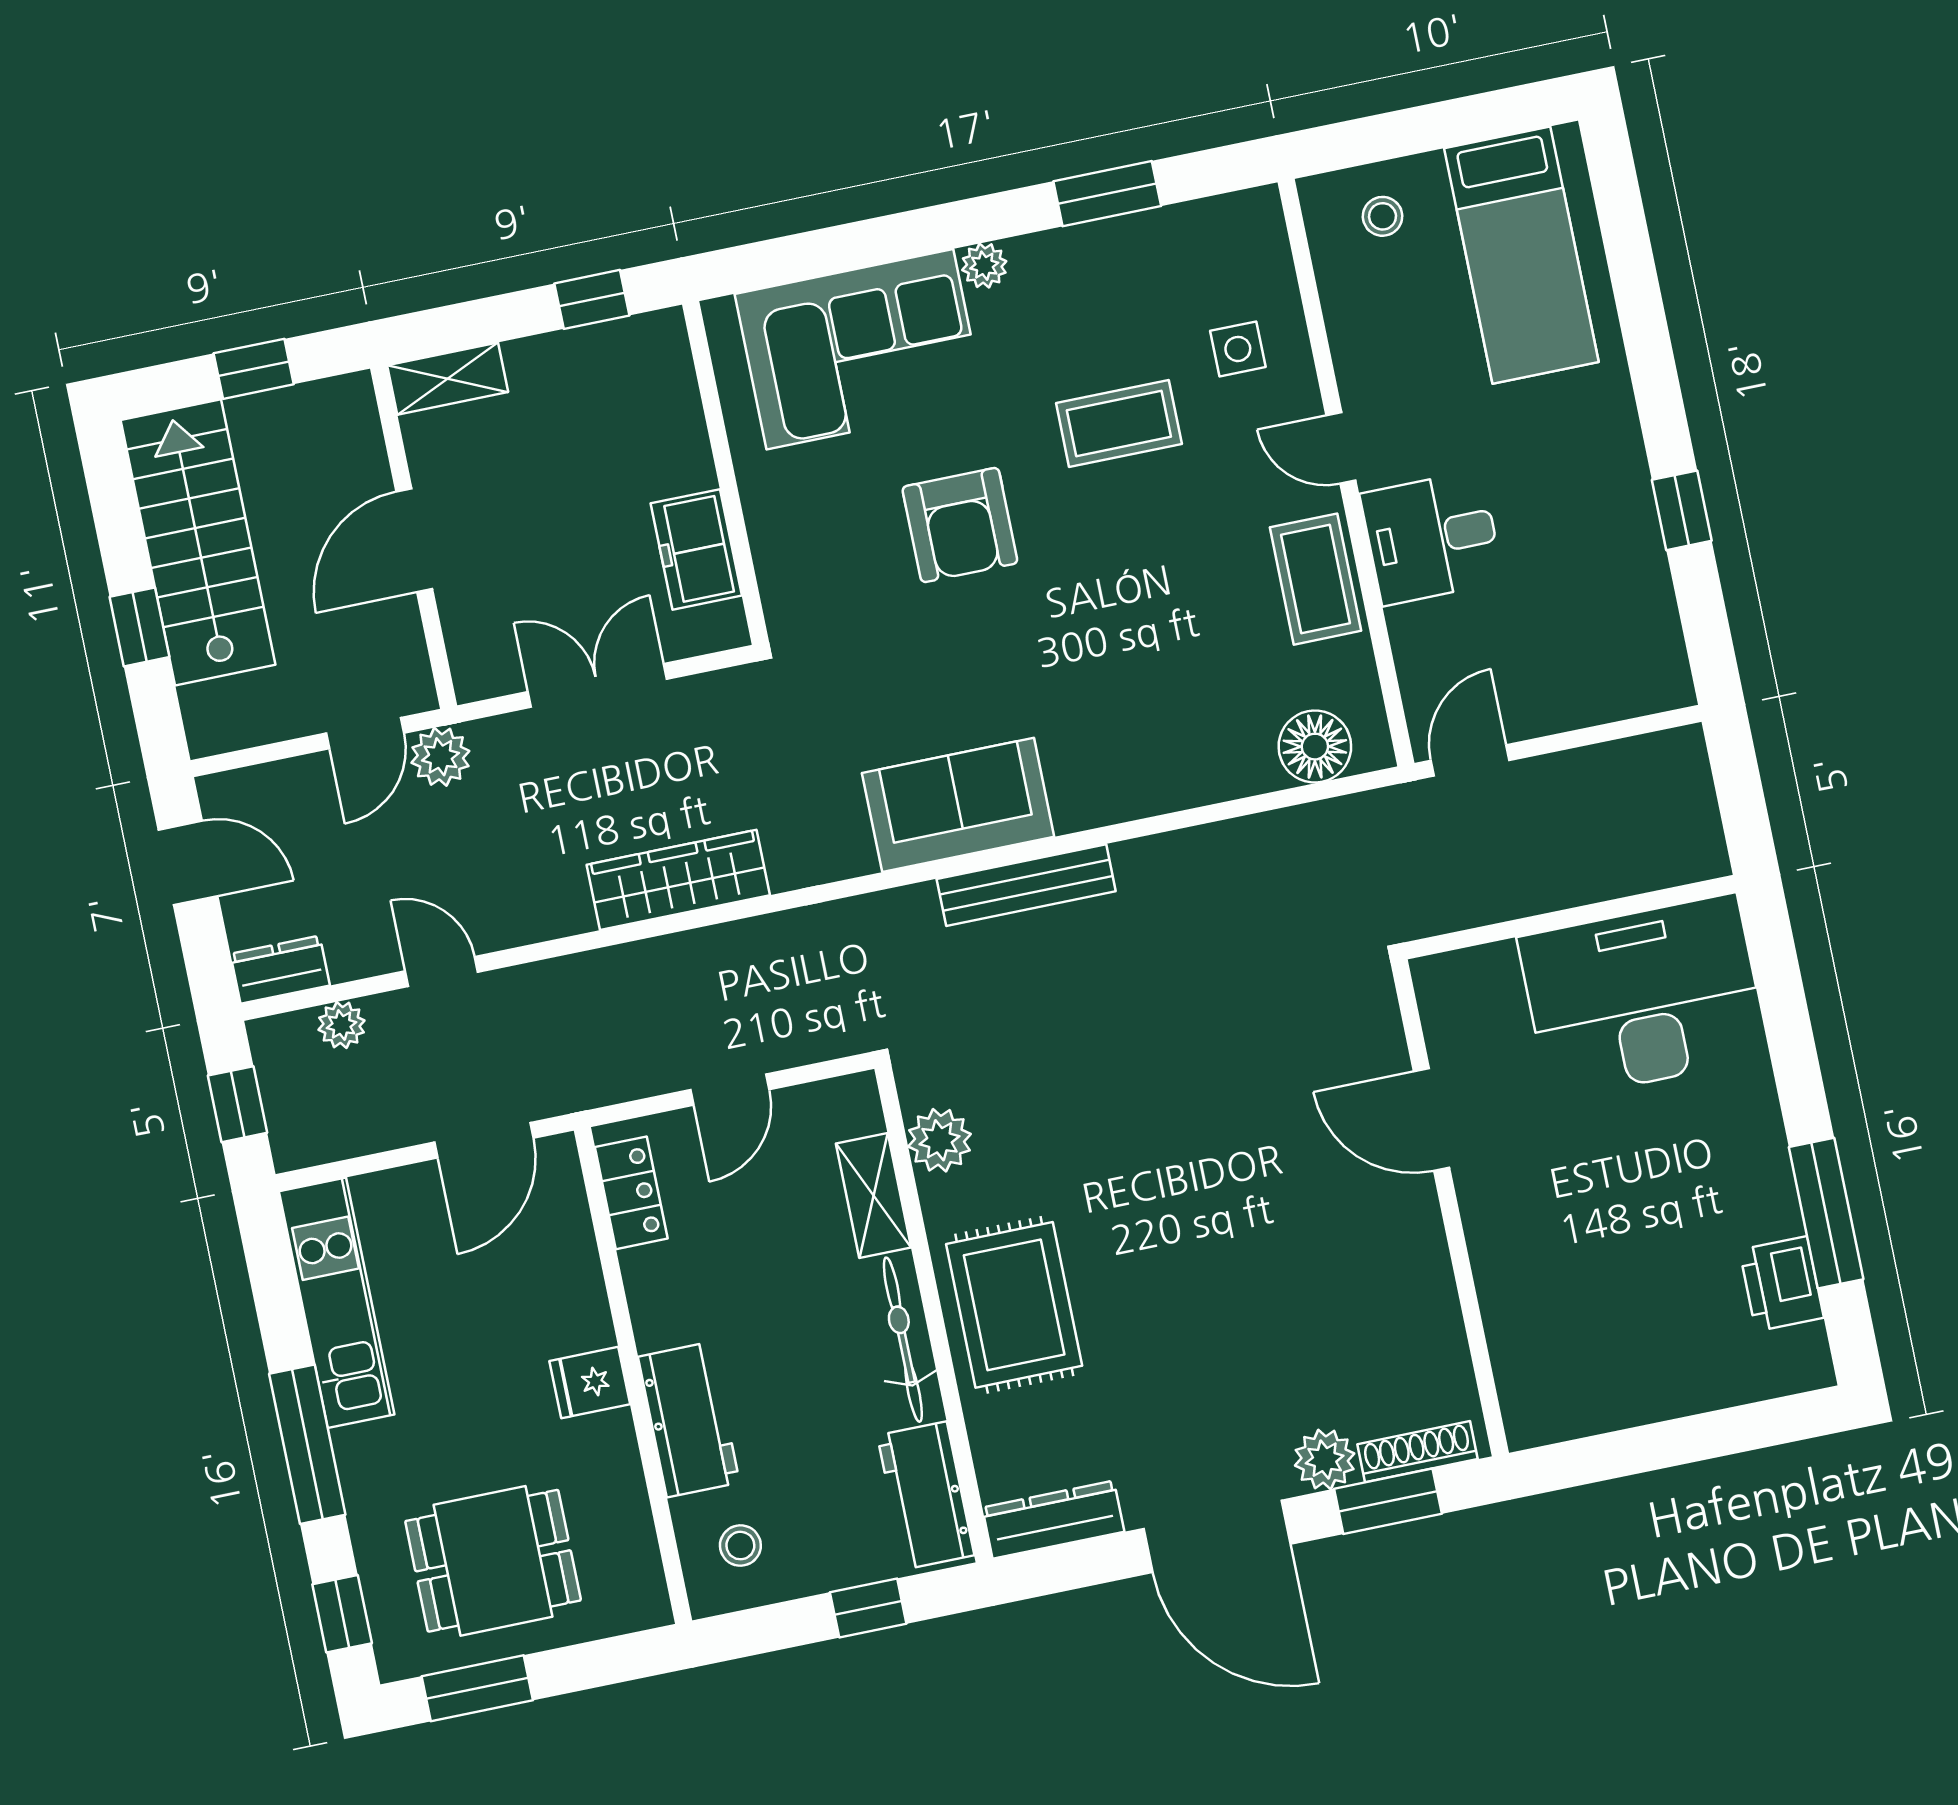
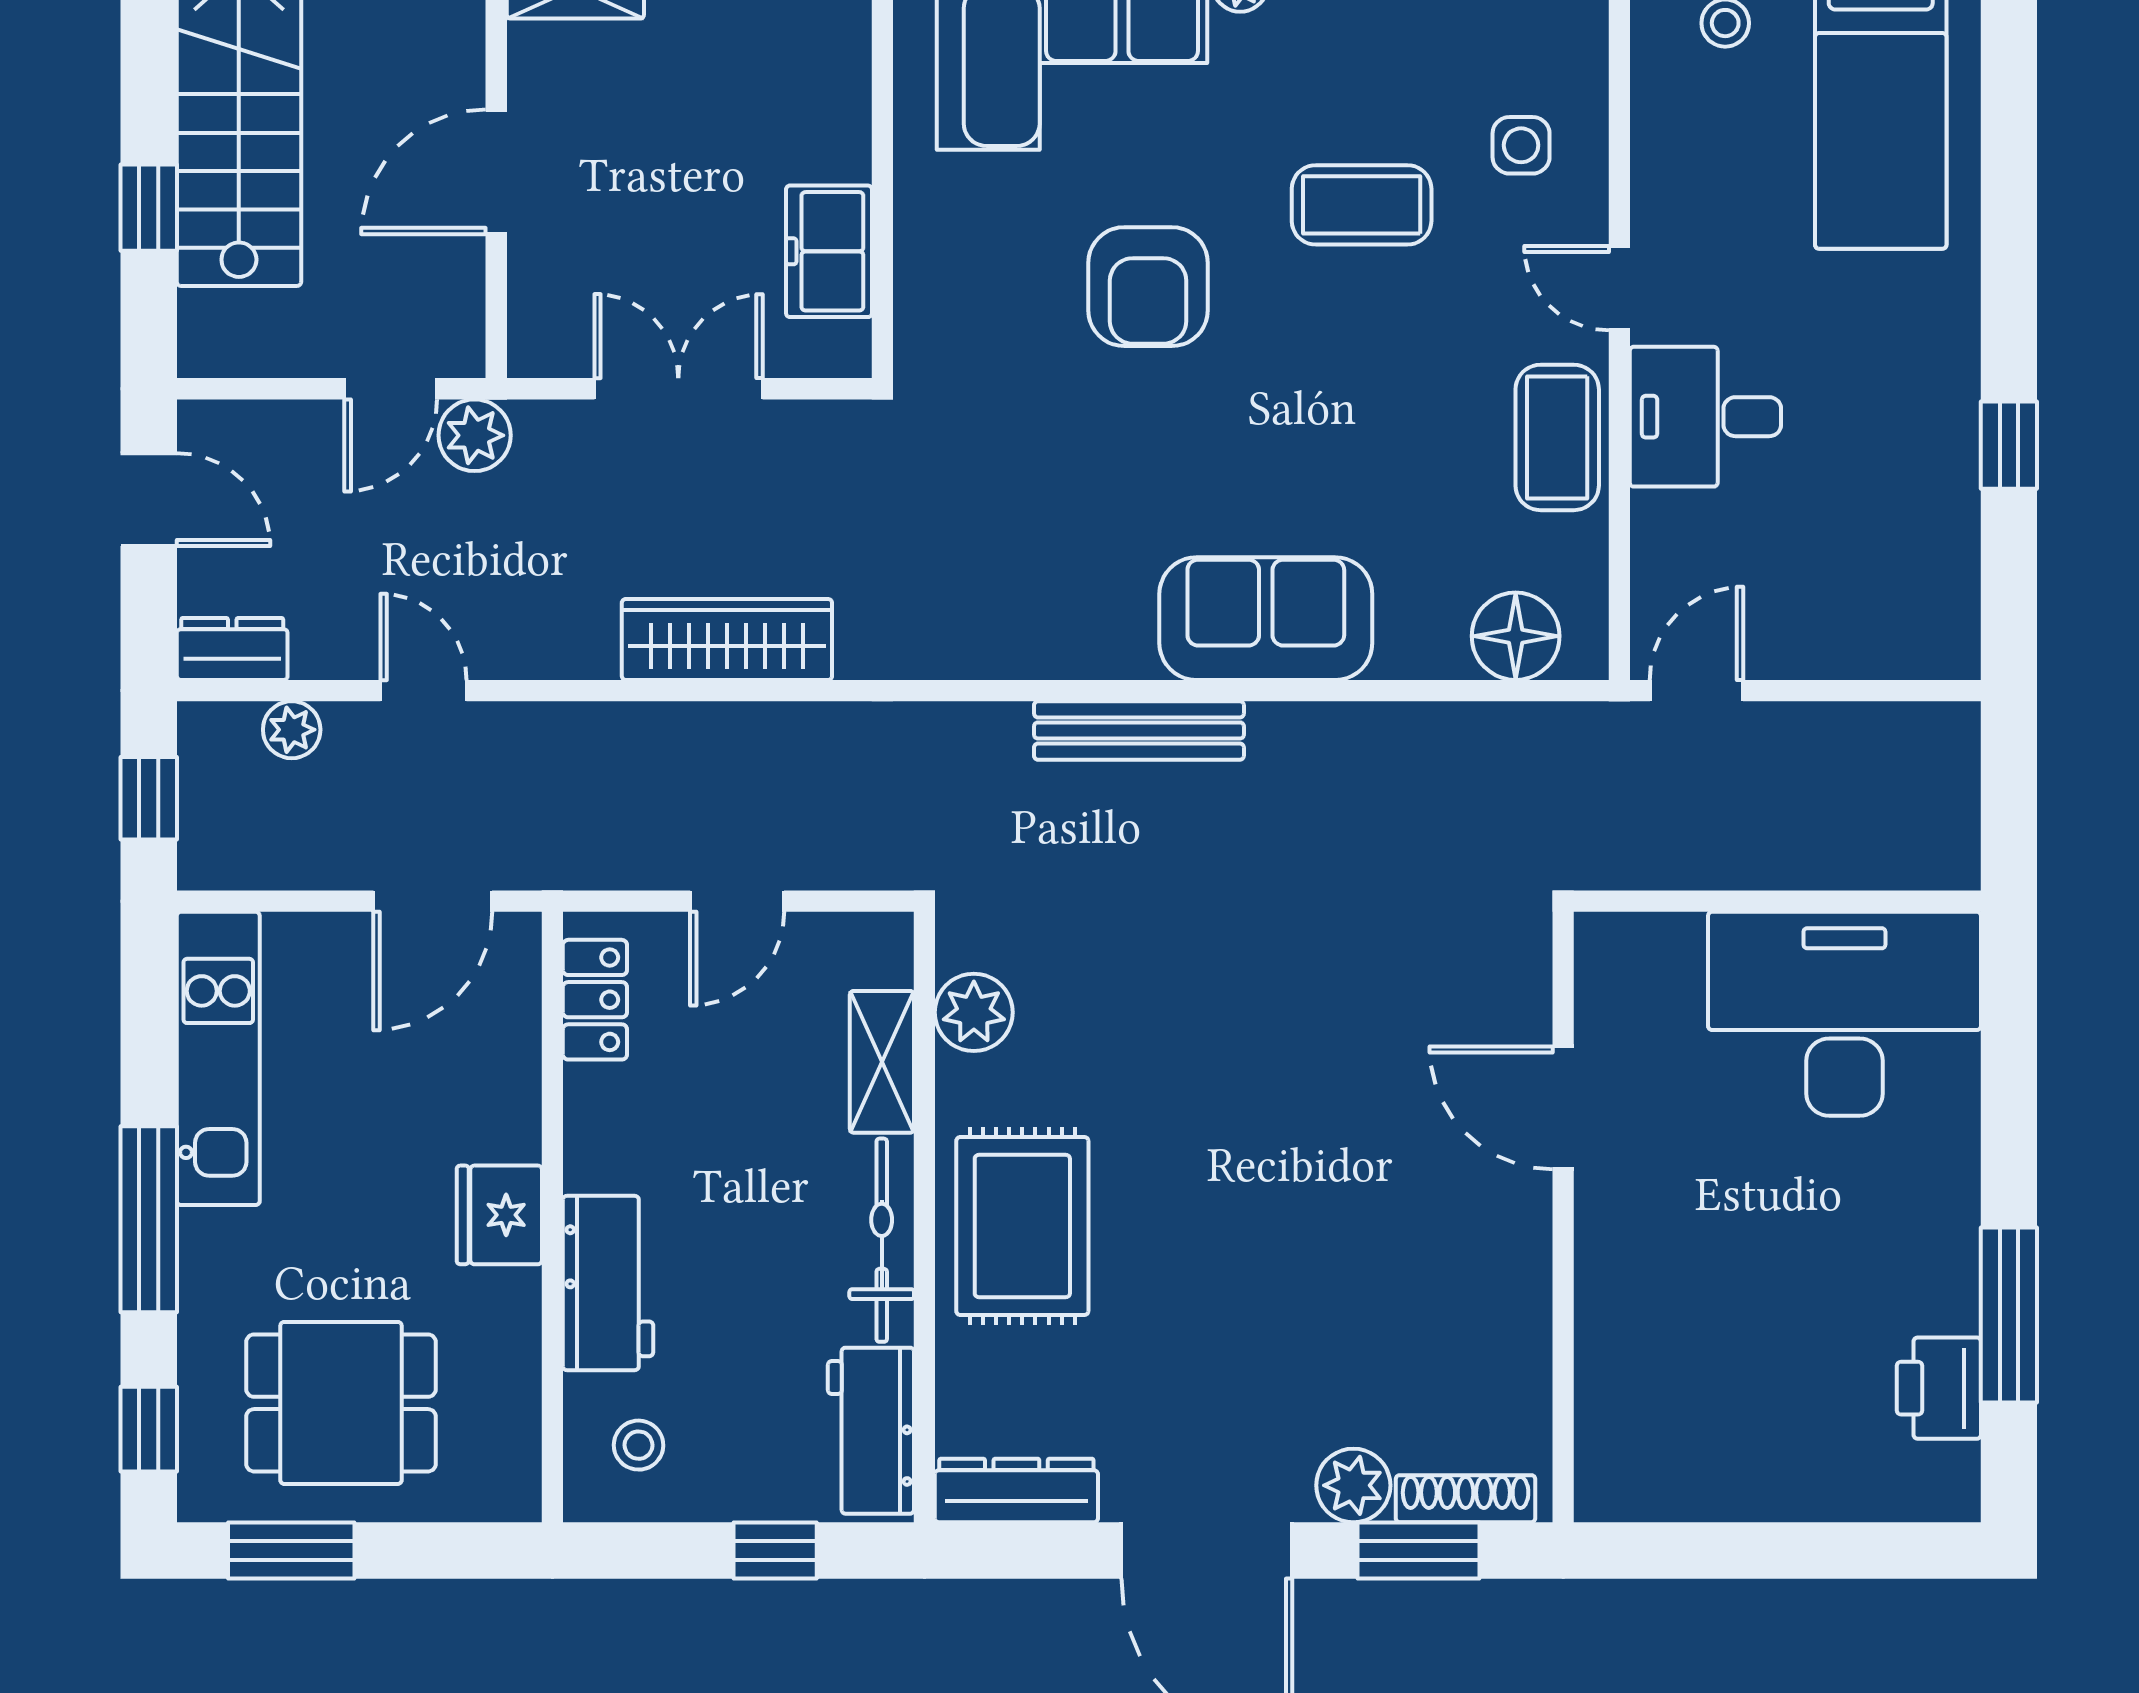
sofa: (958, 805) -> (1266, 619), moved
fridge: (590, 1383) -> (499, 1215), width x1.38

